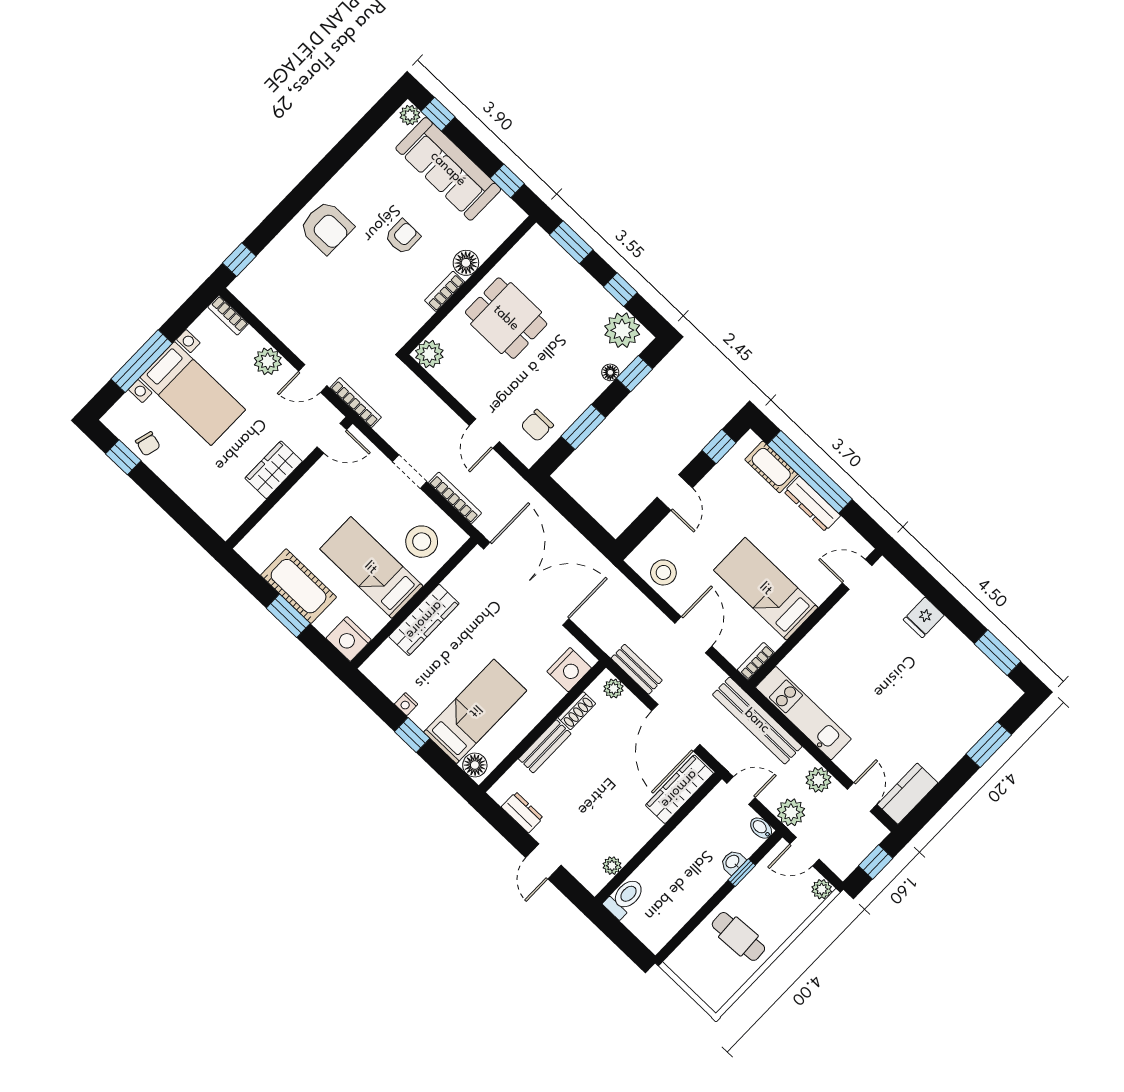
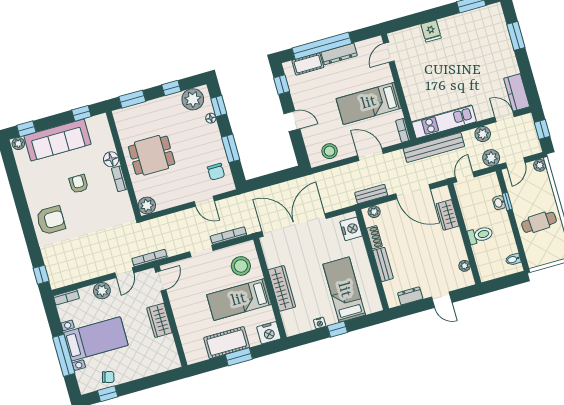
floor lamp: (475, 765) -> (372, 306), removed
wardrobe: (679, 789) -> (448, 215), width x0.67
bidet: (761, 828) -> (513, 259), moved
toilet: (625, 898) -> (480, 235), moved, turned 90

